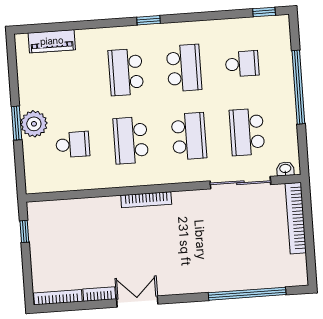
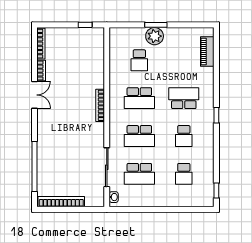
school desk: (184, 68) -> (184, 136), width x0.54
window: (298, 87) -> (166, 209), removed
school desk: (247, 132) -> (139, 174), turned 180
school desk: (131, 140) -> (139, 98), turned 180
bookcase: (296, 218) -> (61, 202), moved

